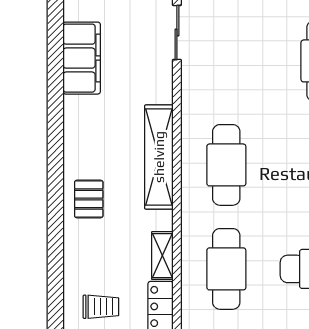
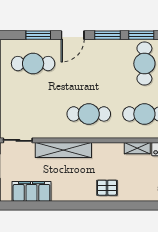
shelving: (159, 157) -> (63, 150), moved

